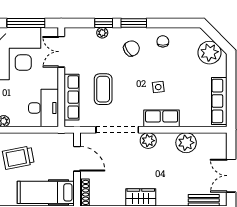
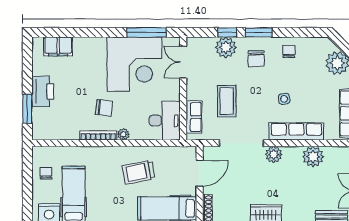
plant: (102, 33) -> (226, 47), width x1.88, depth x1.88
chair: (131, 48) -> (256, 59), turned 122
row of seats: (72, 97) -> (194, 117), width x0.68
row of seats: (162, 118) -> (296, 131), width x1.48
door: (77, 159) -> (200, 173), hinge flipped

